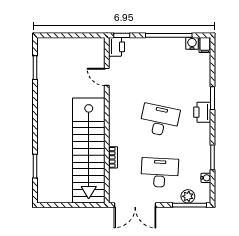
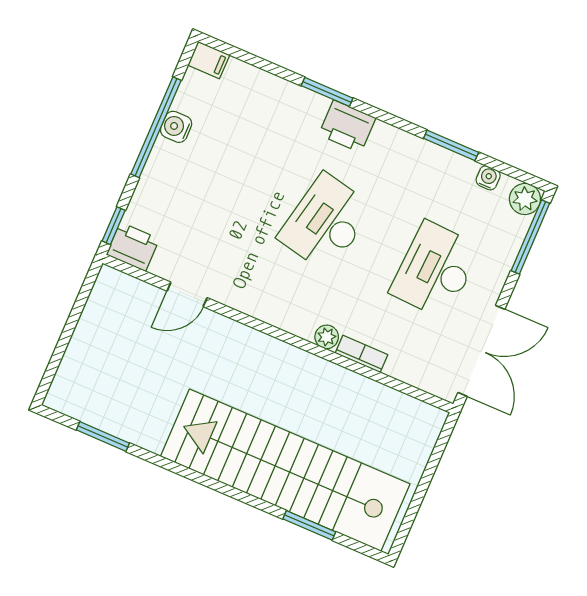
water cooler: (192, 43) -> (176, 127), moved
plant: (114, 140) -> (327, 337), added
stairs: (89, 151) -> (285, 470), moved, turned 180
plant: (188, 196) -> (525, 199), moved

